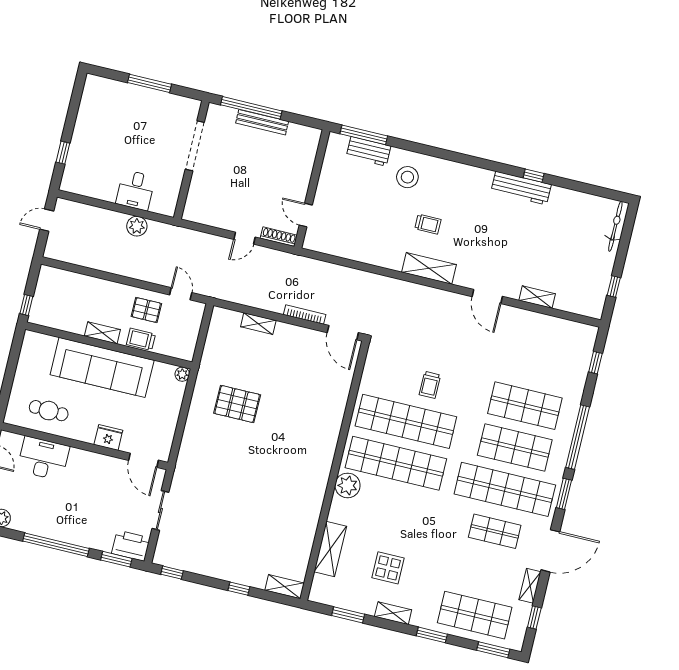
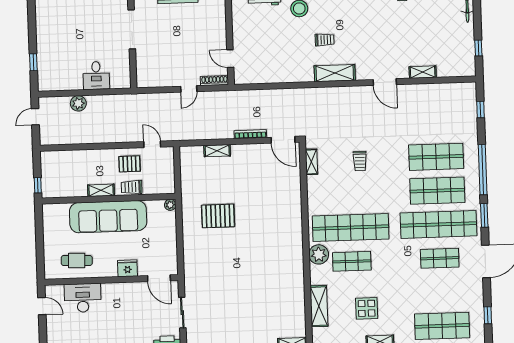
plant: (137, 226) -> (78, 103), moved
shop shelf: (406, 421) -> (352, 261), moved, width x0.50, depth x0.74
shelving: (530, 586) -> (311, 162), moved

